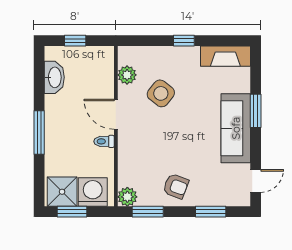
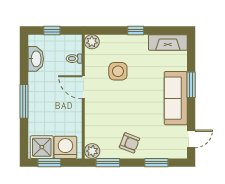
plant: (127, 75) -> (92, 42), moved
side table: (161, 93) -> (118, 71), turned -38
toilet: (104, 141) -> (74, 59), moved

